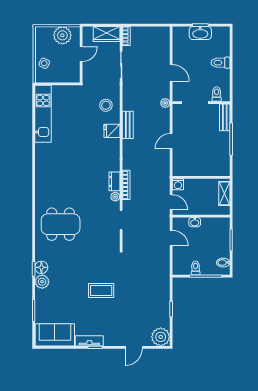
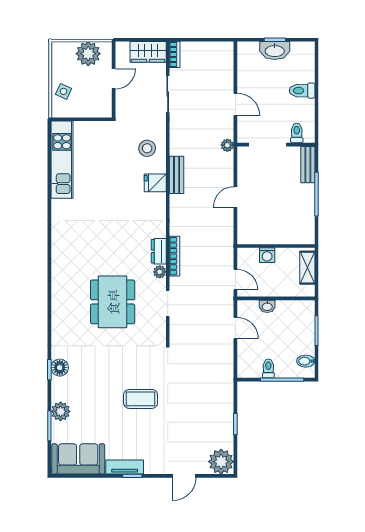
washing machine: (178, 184) -> (267, 255), moved
dining table: (61, 224) -> (113, 302), moved, turned 90
plant: (42, 282) -> (61, 411), moved

